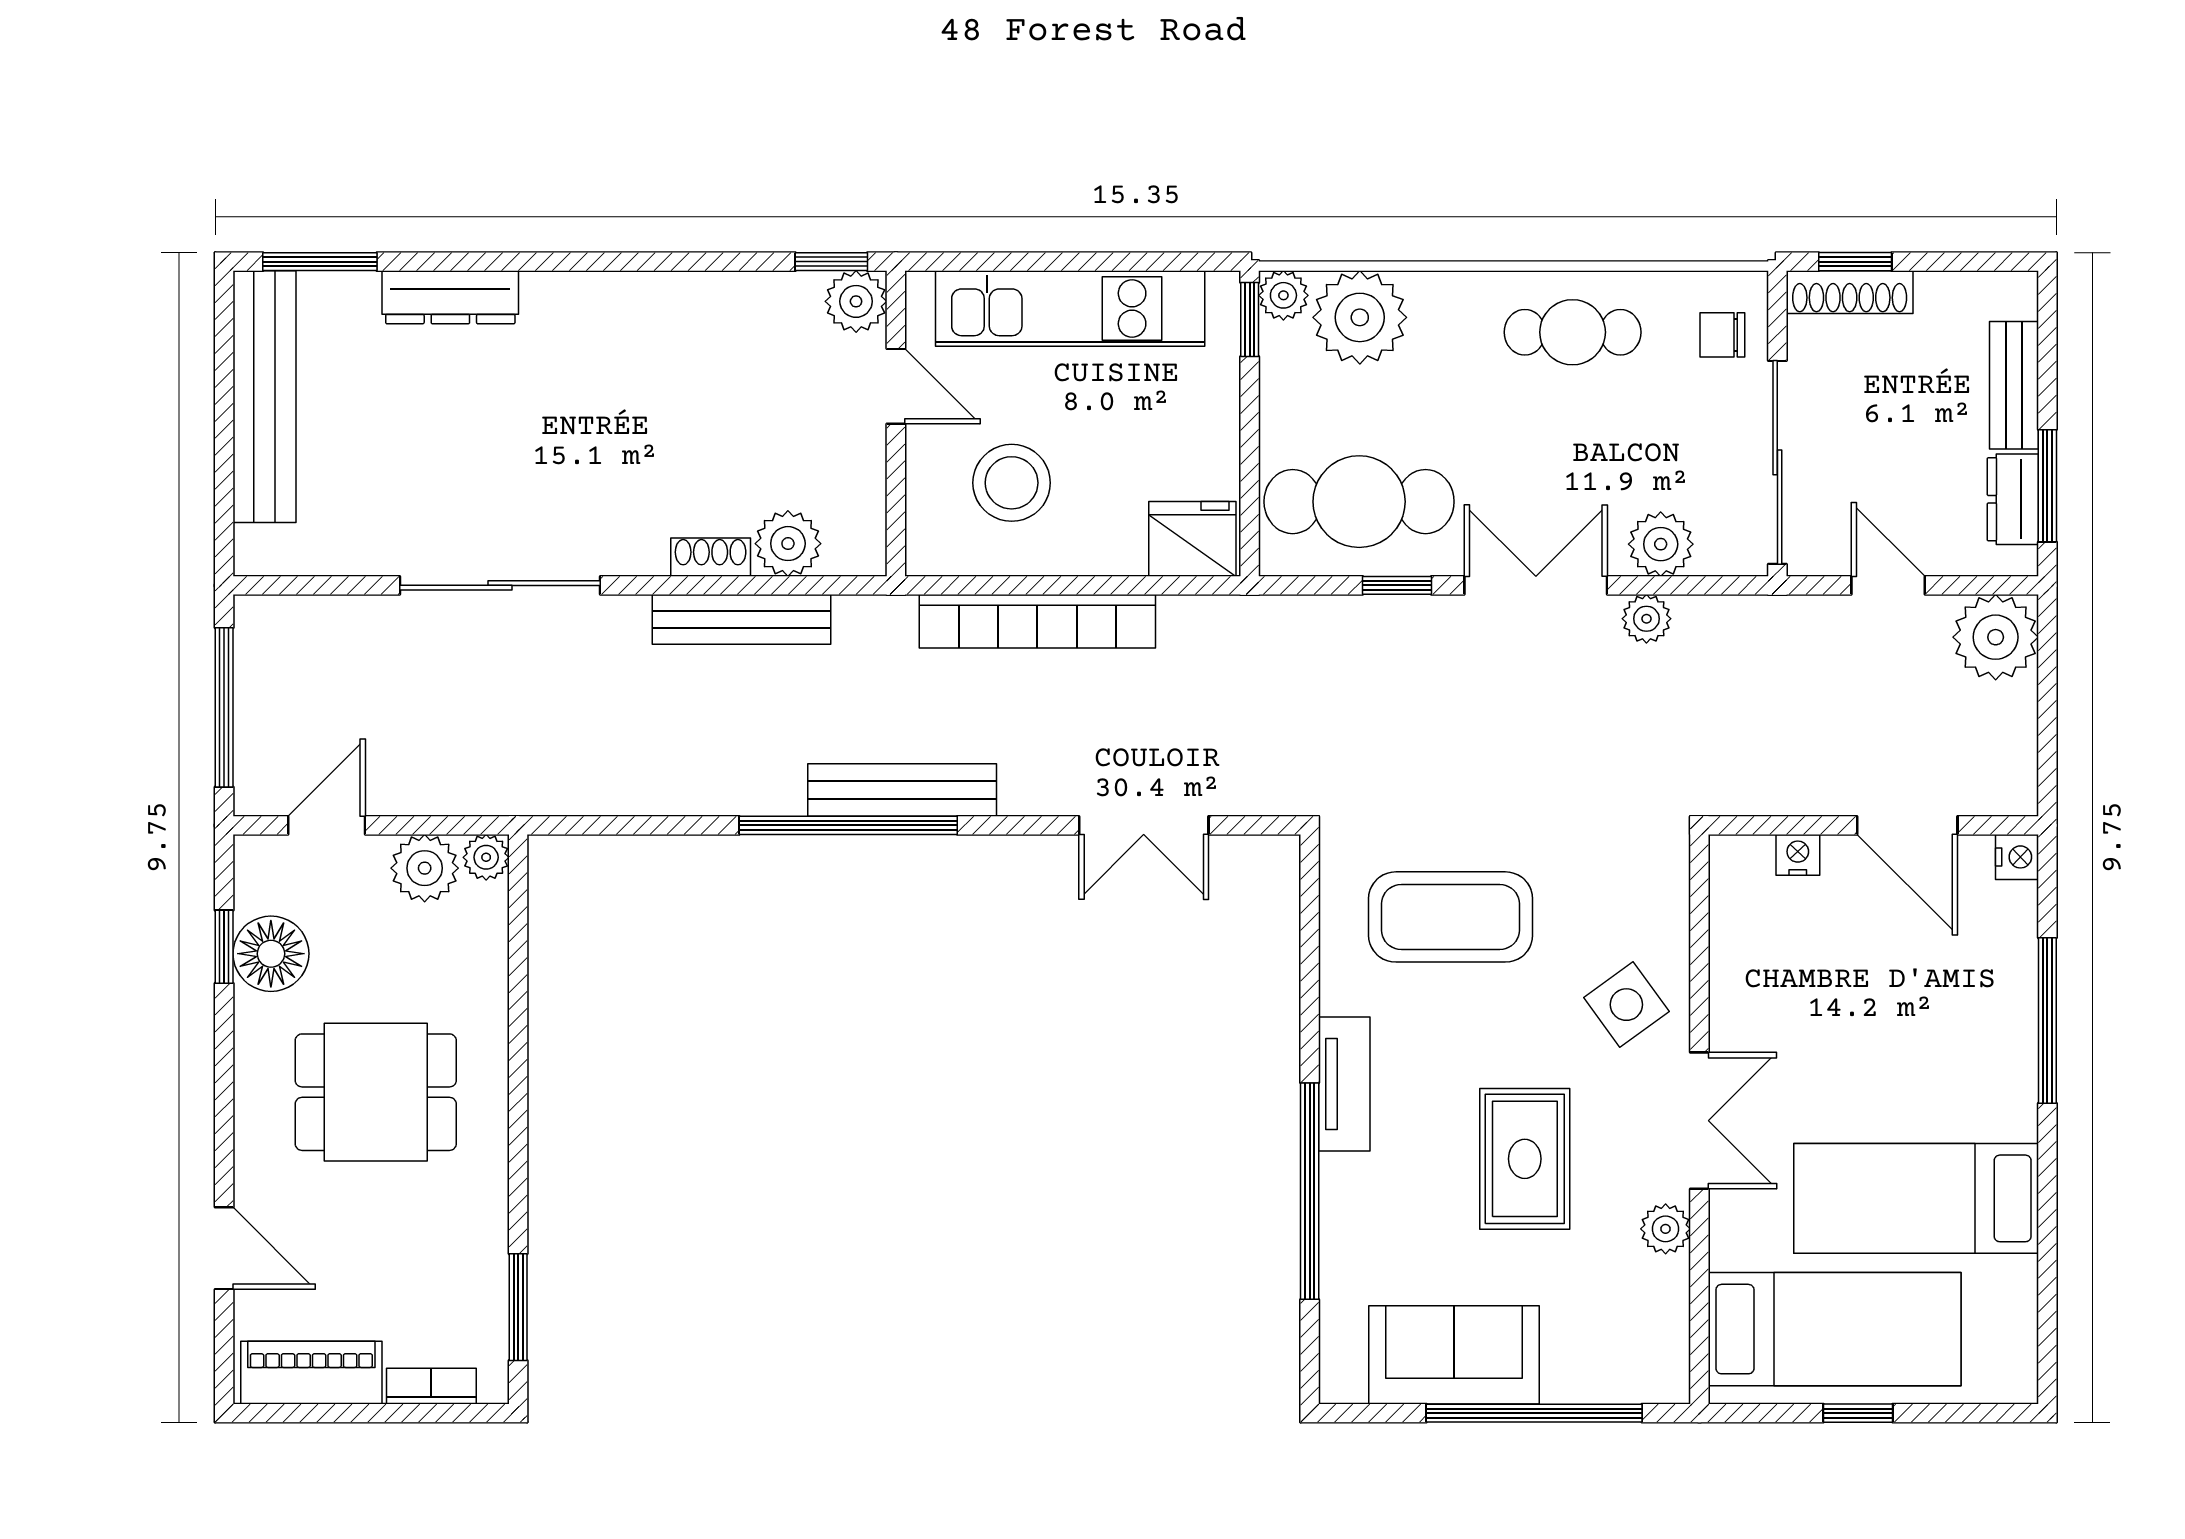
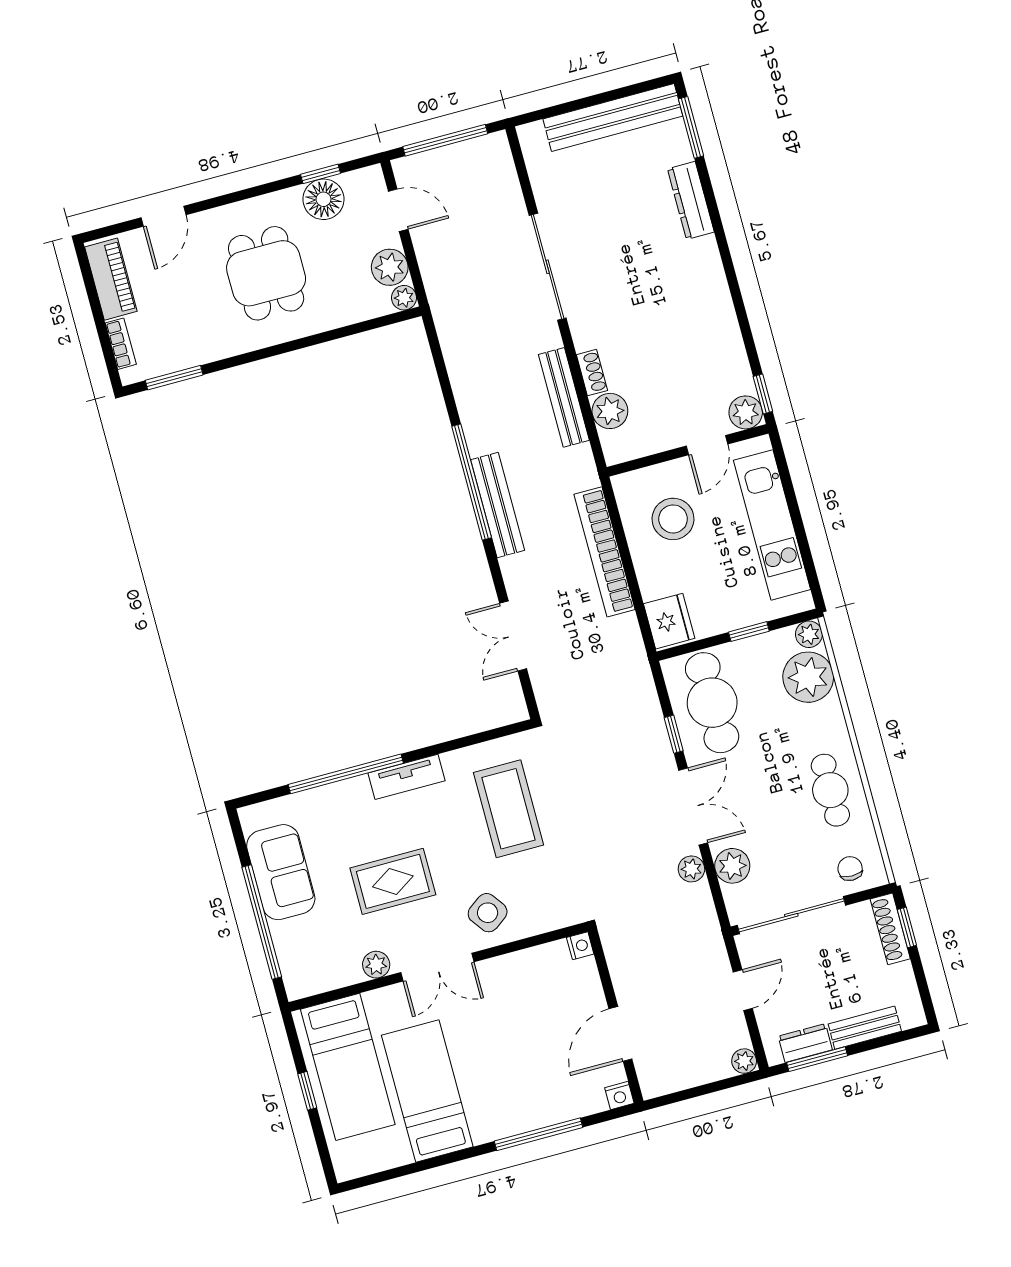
window: (1250, 319) -> (749, 632), moved
plant: (1996, 637) -> (744, 1061), width x0.53, depth x0.53
nightstand: (1798, 855) -> (580, 946), moved

